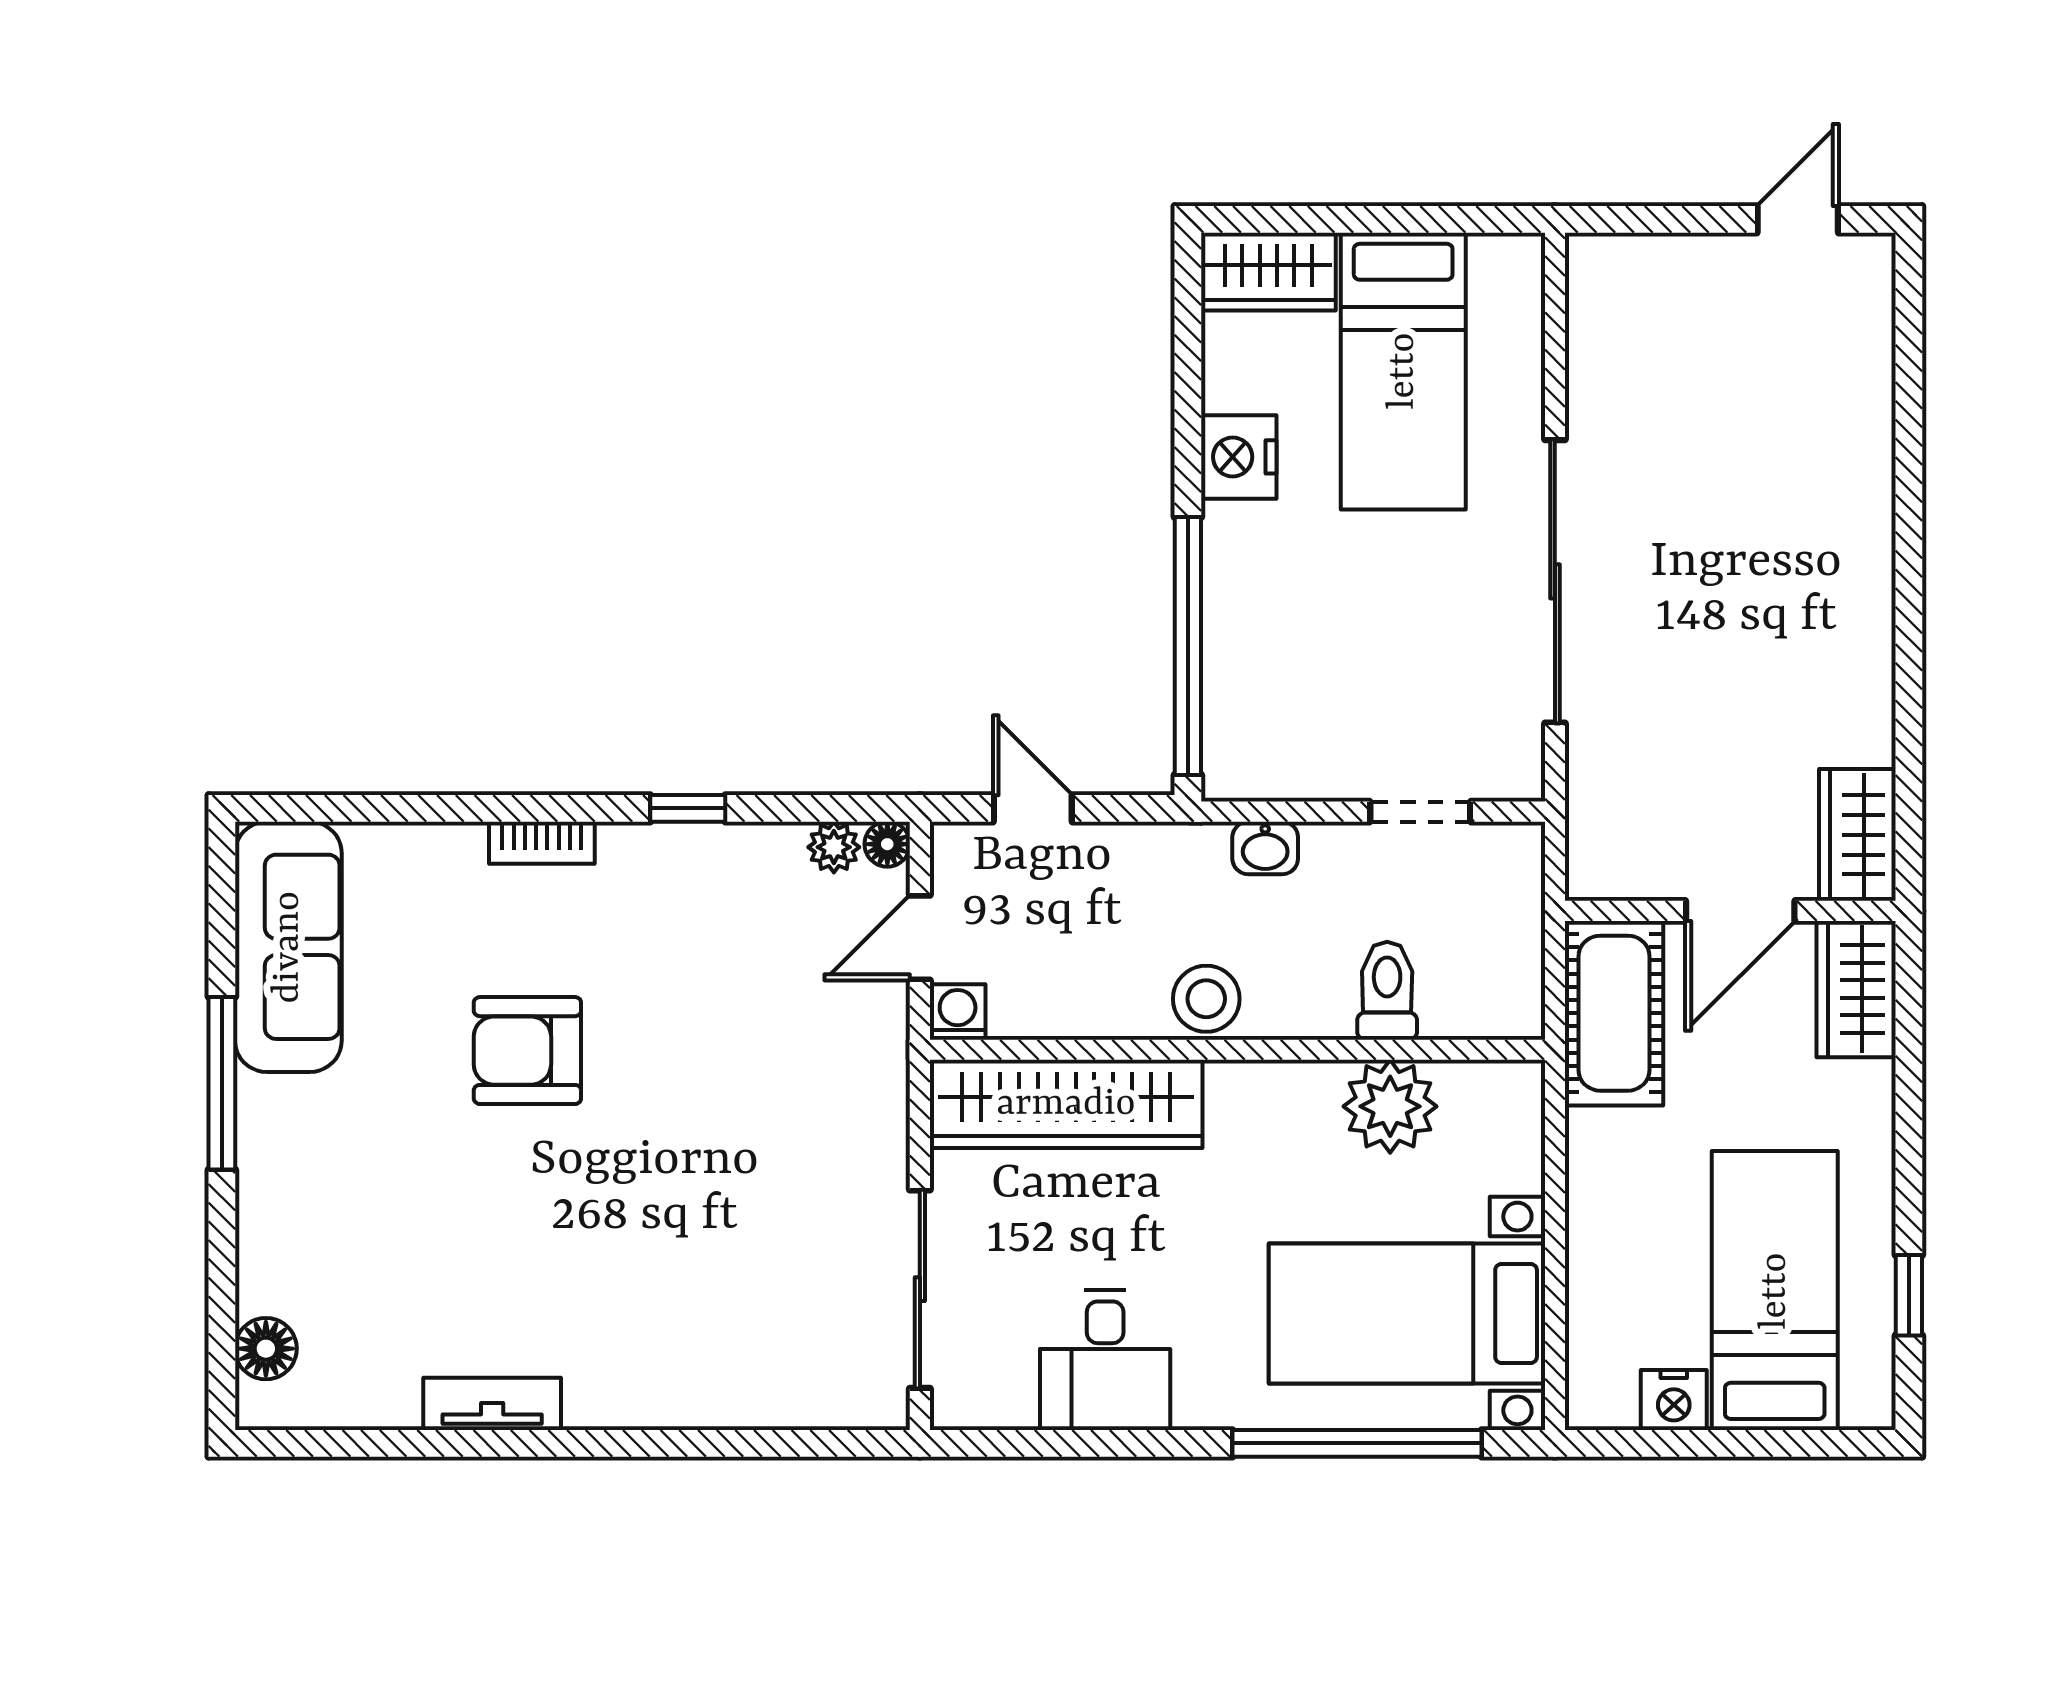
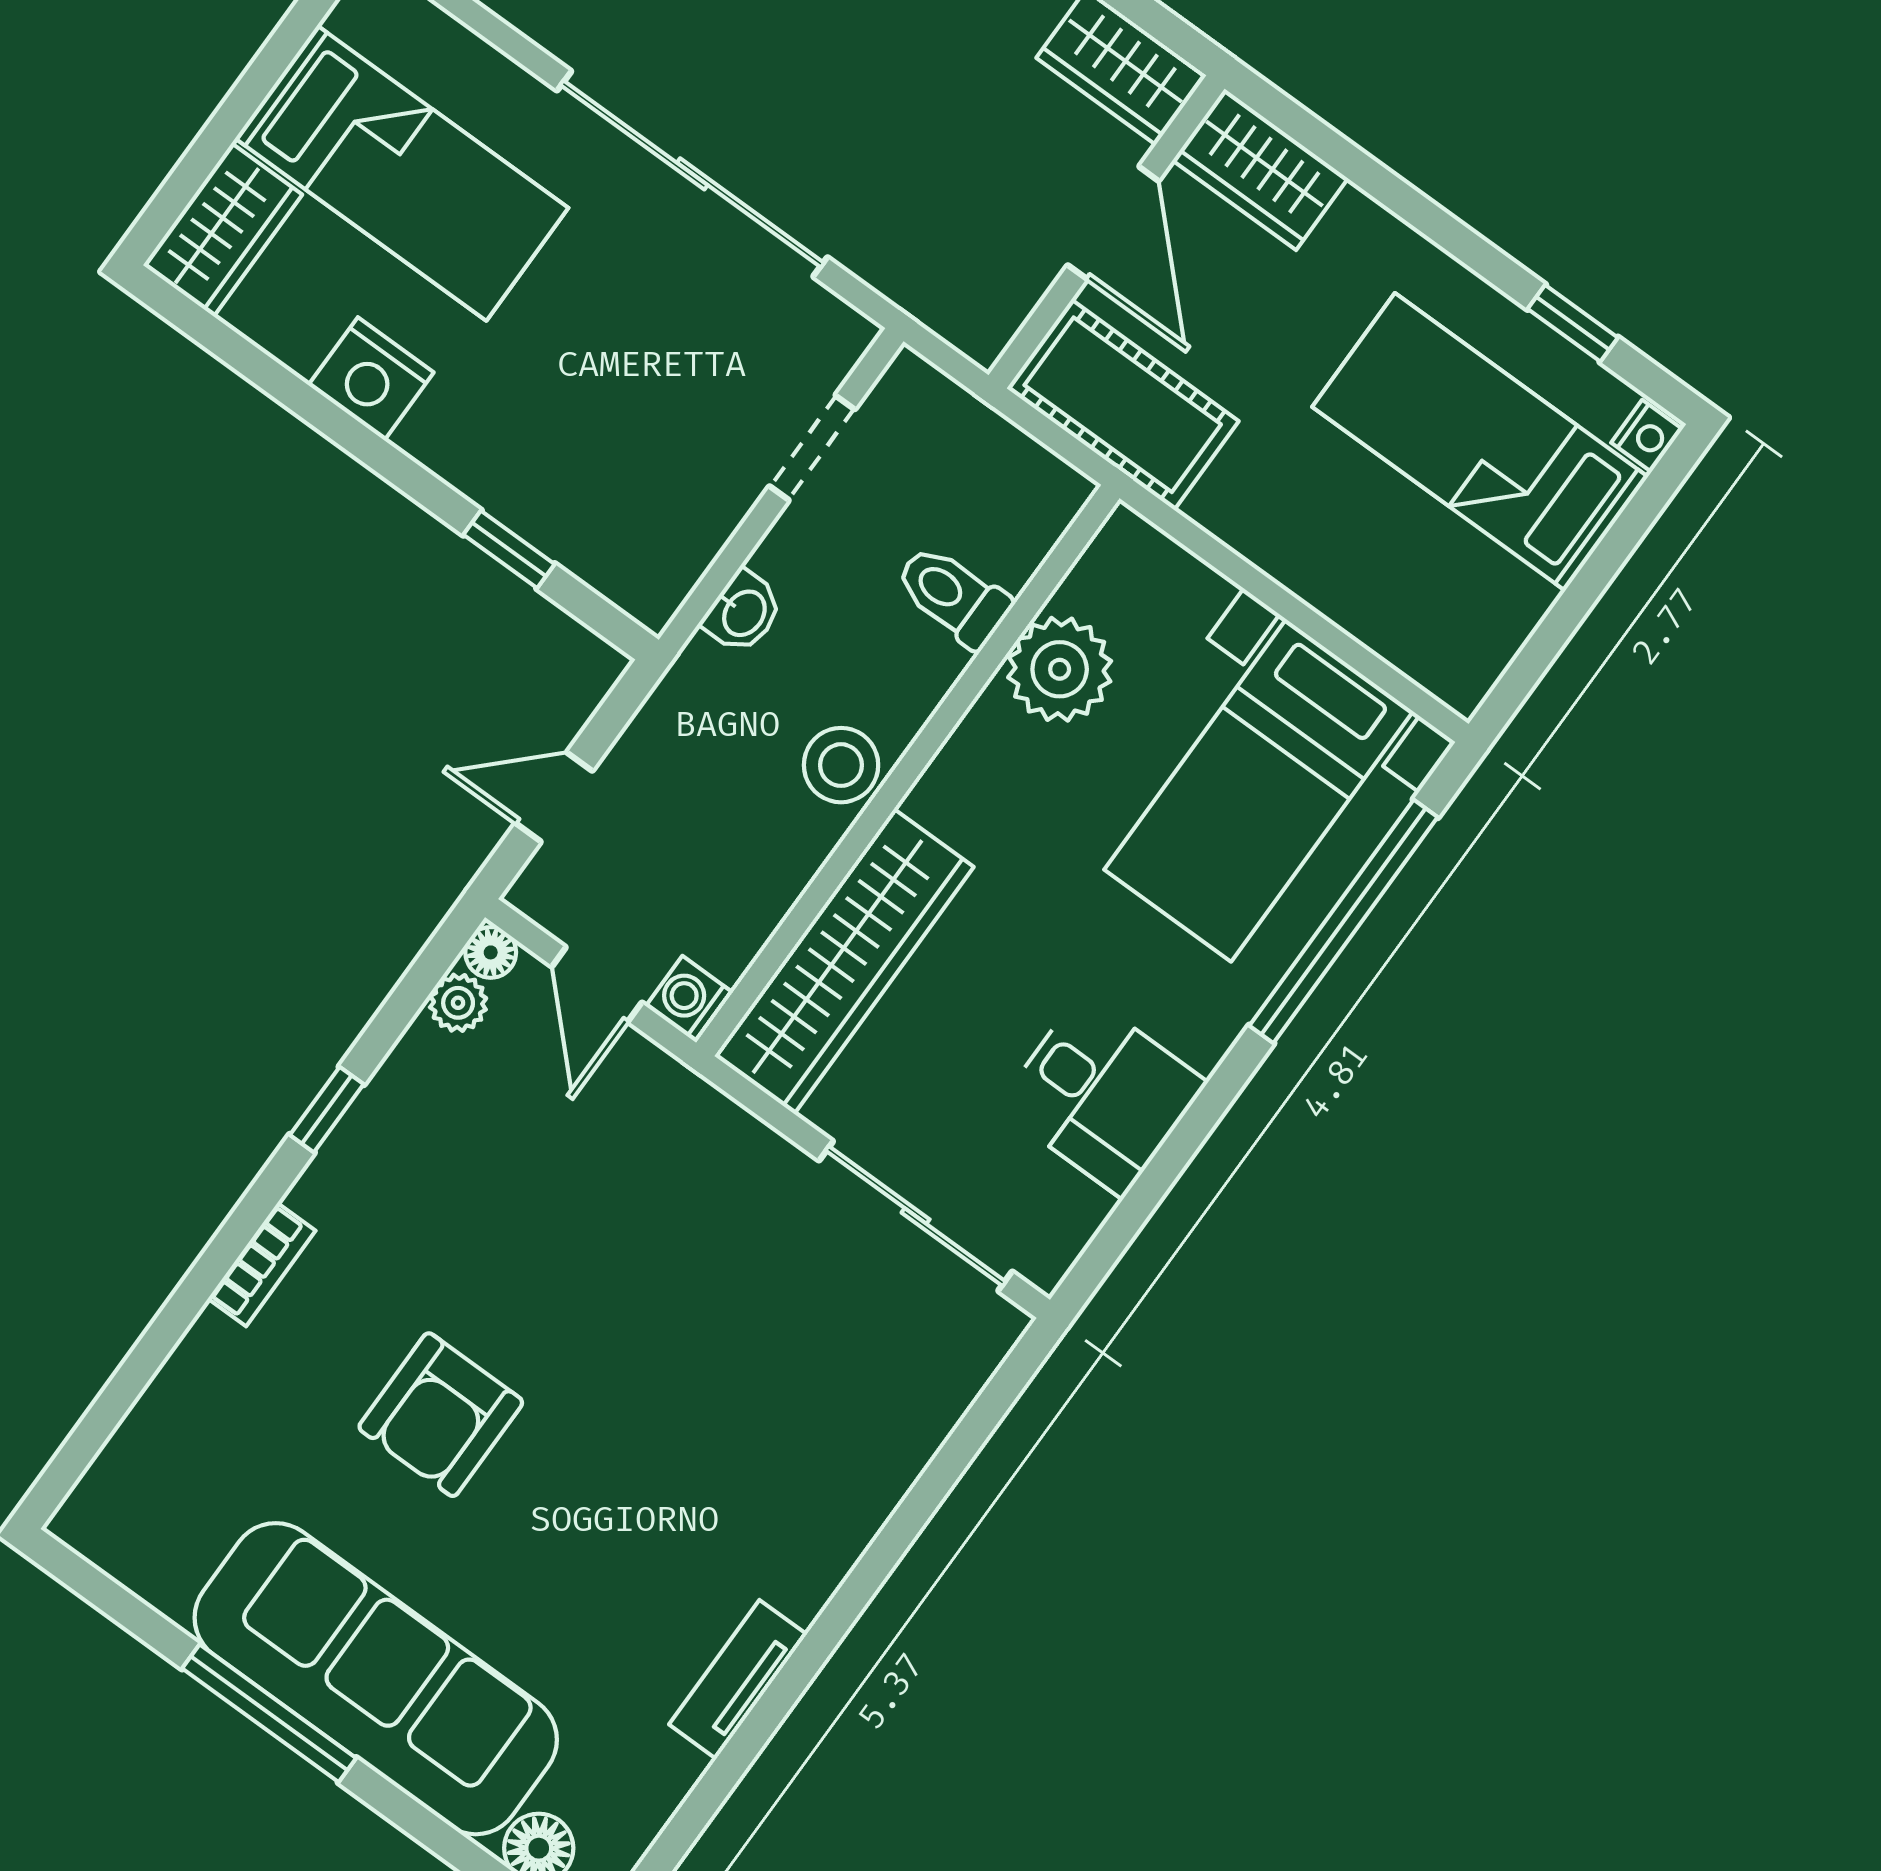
window: (1188, 646) -> (509, 549), width x0.32
sofa: (288, 947) -> (376, 1679), moved, width x1.36, depth x1.27
nightstand: (1674, 1400) -> (1647, 436), moved, width x0.72, depth x0.74

